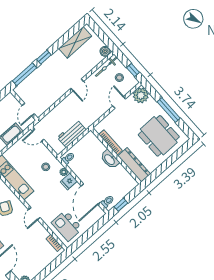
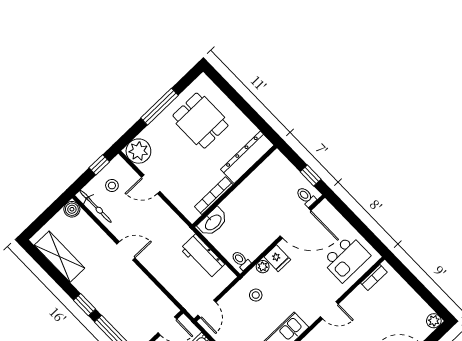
dining table: (159, 136) -> (200, 121), width x0.73
washbasin: (110, 159) -> (213, 222), moved

